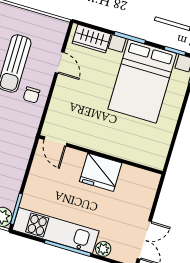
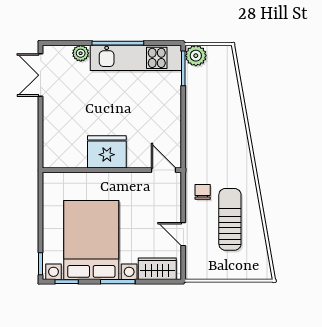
door: (55, 141) -> (163, 170), moved
wall: (101, 155) -> (112, 170), moved
fridge: (101, 172) -> (107, 152), moved

